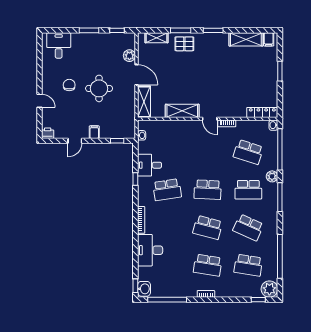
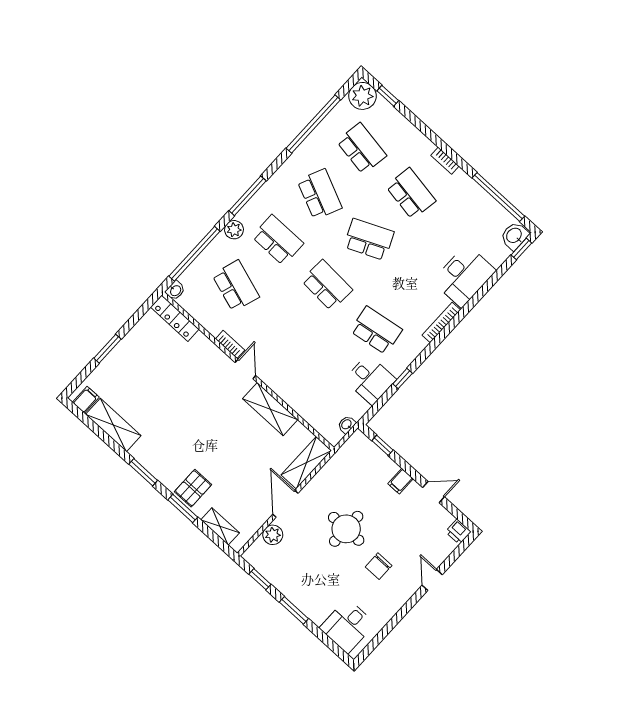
pallet: (184, 44) -> (193, 488), turned 90
school desk: (208, 227) -> (369, 239), turned -39

